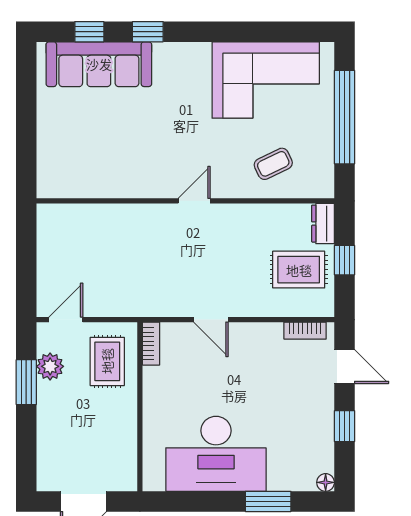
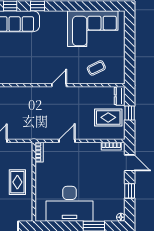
window: (344, 117) -> (130, 46), removed
door: (211, 320) -> (67, 141), swing flipped
rug: (107, 361) -> (17, 182), moved

